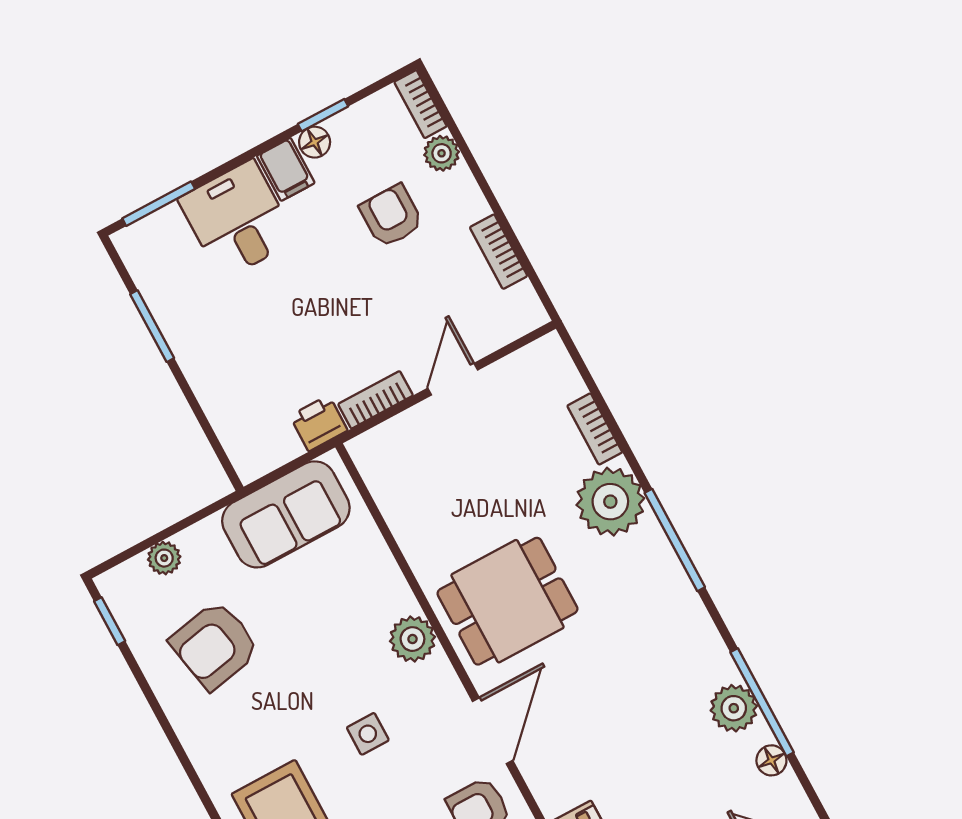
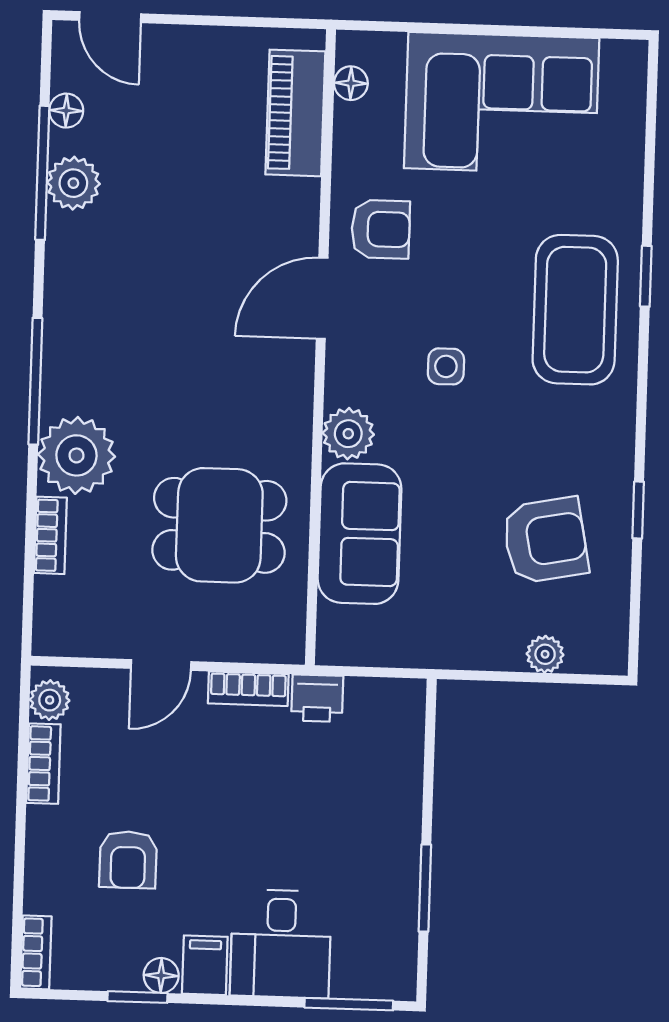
plant: (442, 153) -> (50, 700), moved
sofa: (286, 514) -> (360, 534), moved, turned 90
dining table: (507, 601) -> (219, 525), moved
window: (110, 621) -> (638, 510), moved

